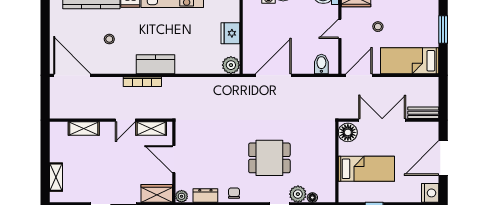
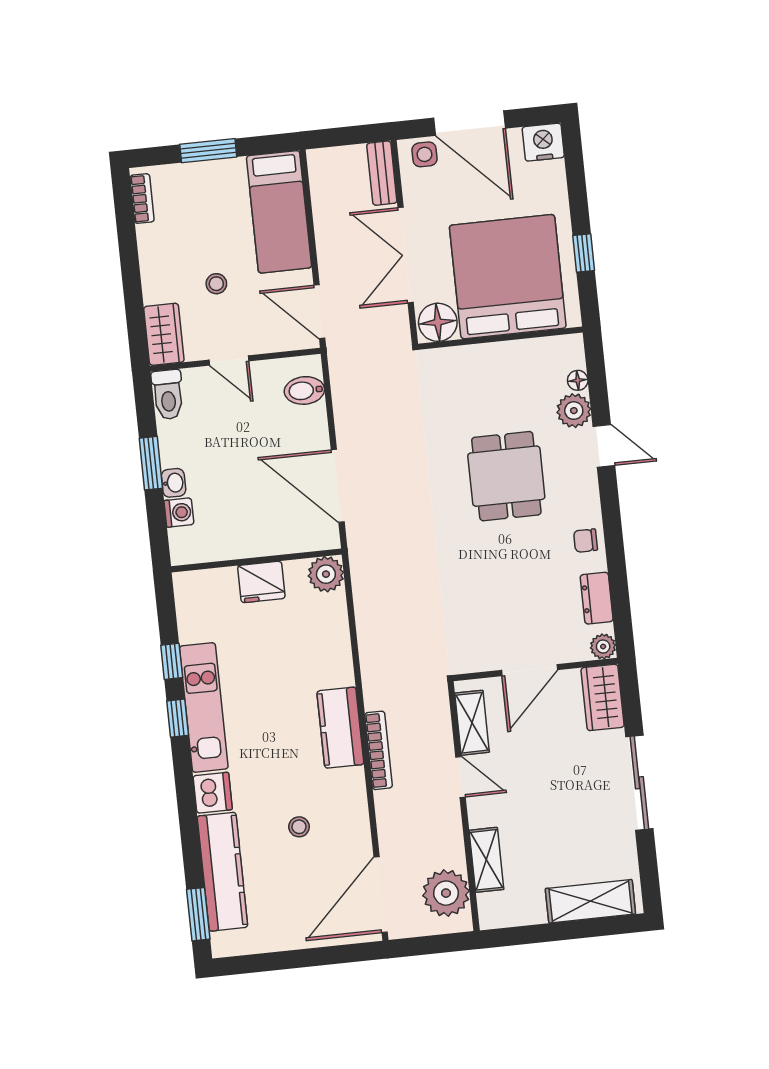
plant: (70, 107) -> (446, 893), added
side table: (430, 135) -> (425, 154), added
bed: (366, 169) -> (508, 277), width x2.04
shelving: (56, 177) -> (590, 901), width x1.50, depth x1.33

